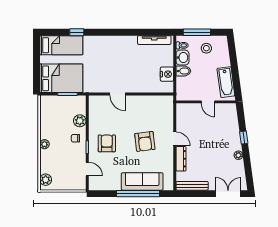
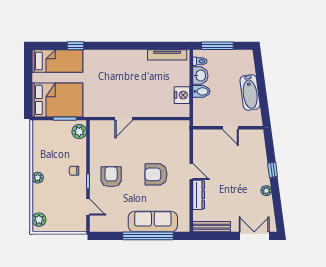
stool: (206, 48) -> (228, 65), removed
bathtub: (226, 82) -> (250, 92), moved
door: (118, 94) -> (124, 119), hinge flipped
plant: (80, 121) -> (79, 132), moved
armchair: (145, 141) -> (156, 174), turned 97

